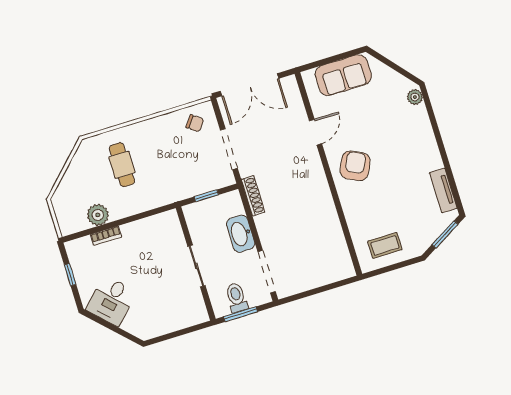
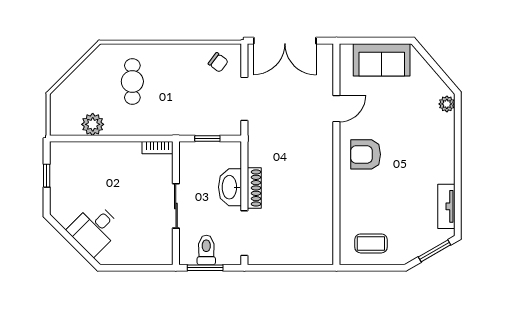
armchair: (355, 166) -> (366, 154), turned -116
shoe rack: (253, 196) -> (254, 188), moved
bookcase: (106, 236) -> (158, 148), moved
desk: (111, 301) -> (95, 229), moved

